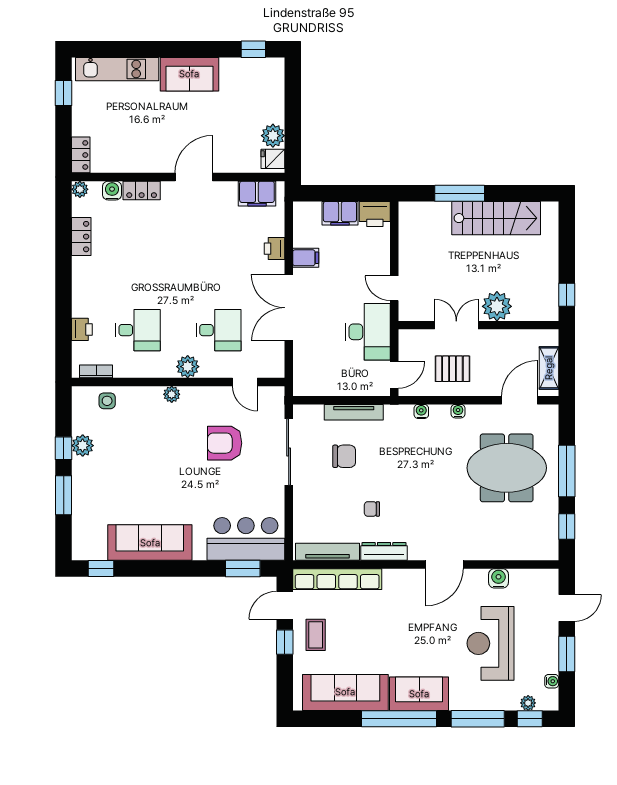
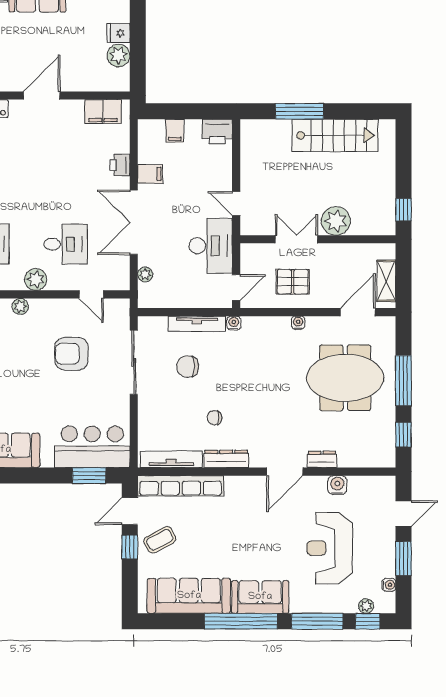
fridge: (273, 159) -> (118, 33), moved
filing cabinet: (340, 213) -> (175, 131), width x0.50
plant: (300, 361) -> (145, 274), added
water cooler: (421, 411) -> (234, 323), moved
chair: (344, 456) -> (188, 367), turned 180
dresser: (483, 552) -> (322, 459), added
coffee table: (316, 635) -> (160, 540), turned 62

